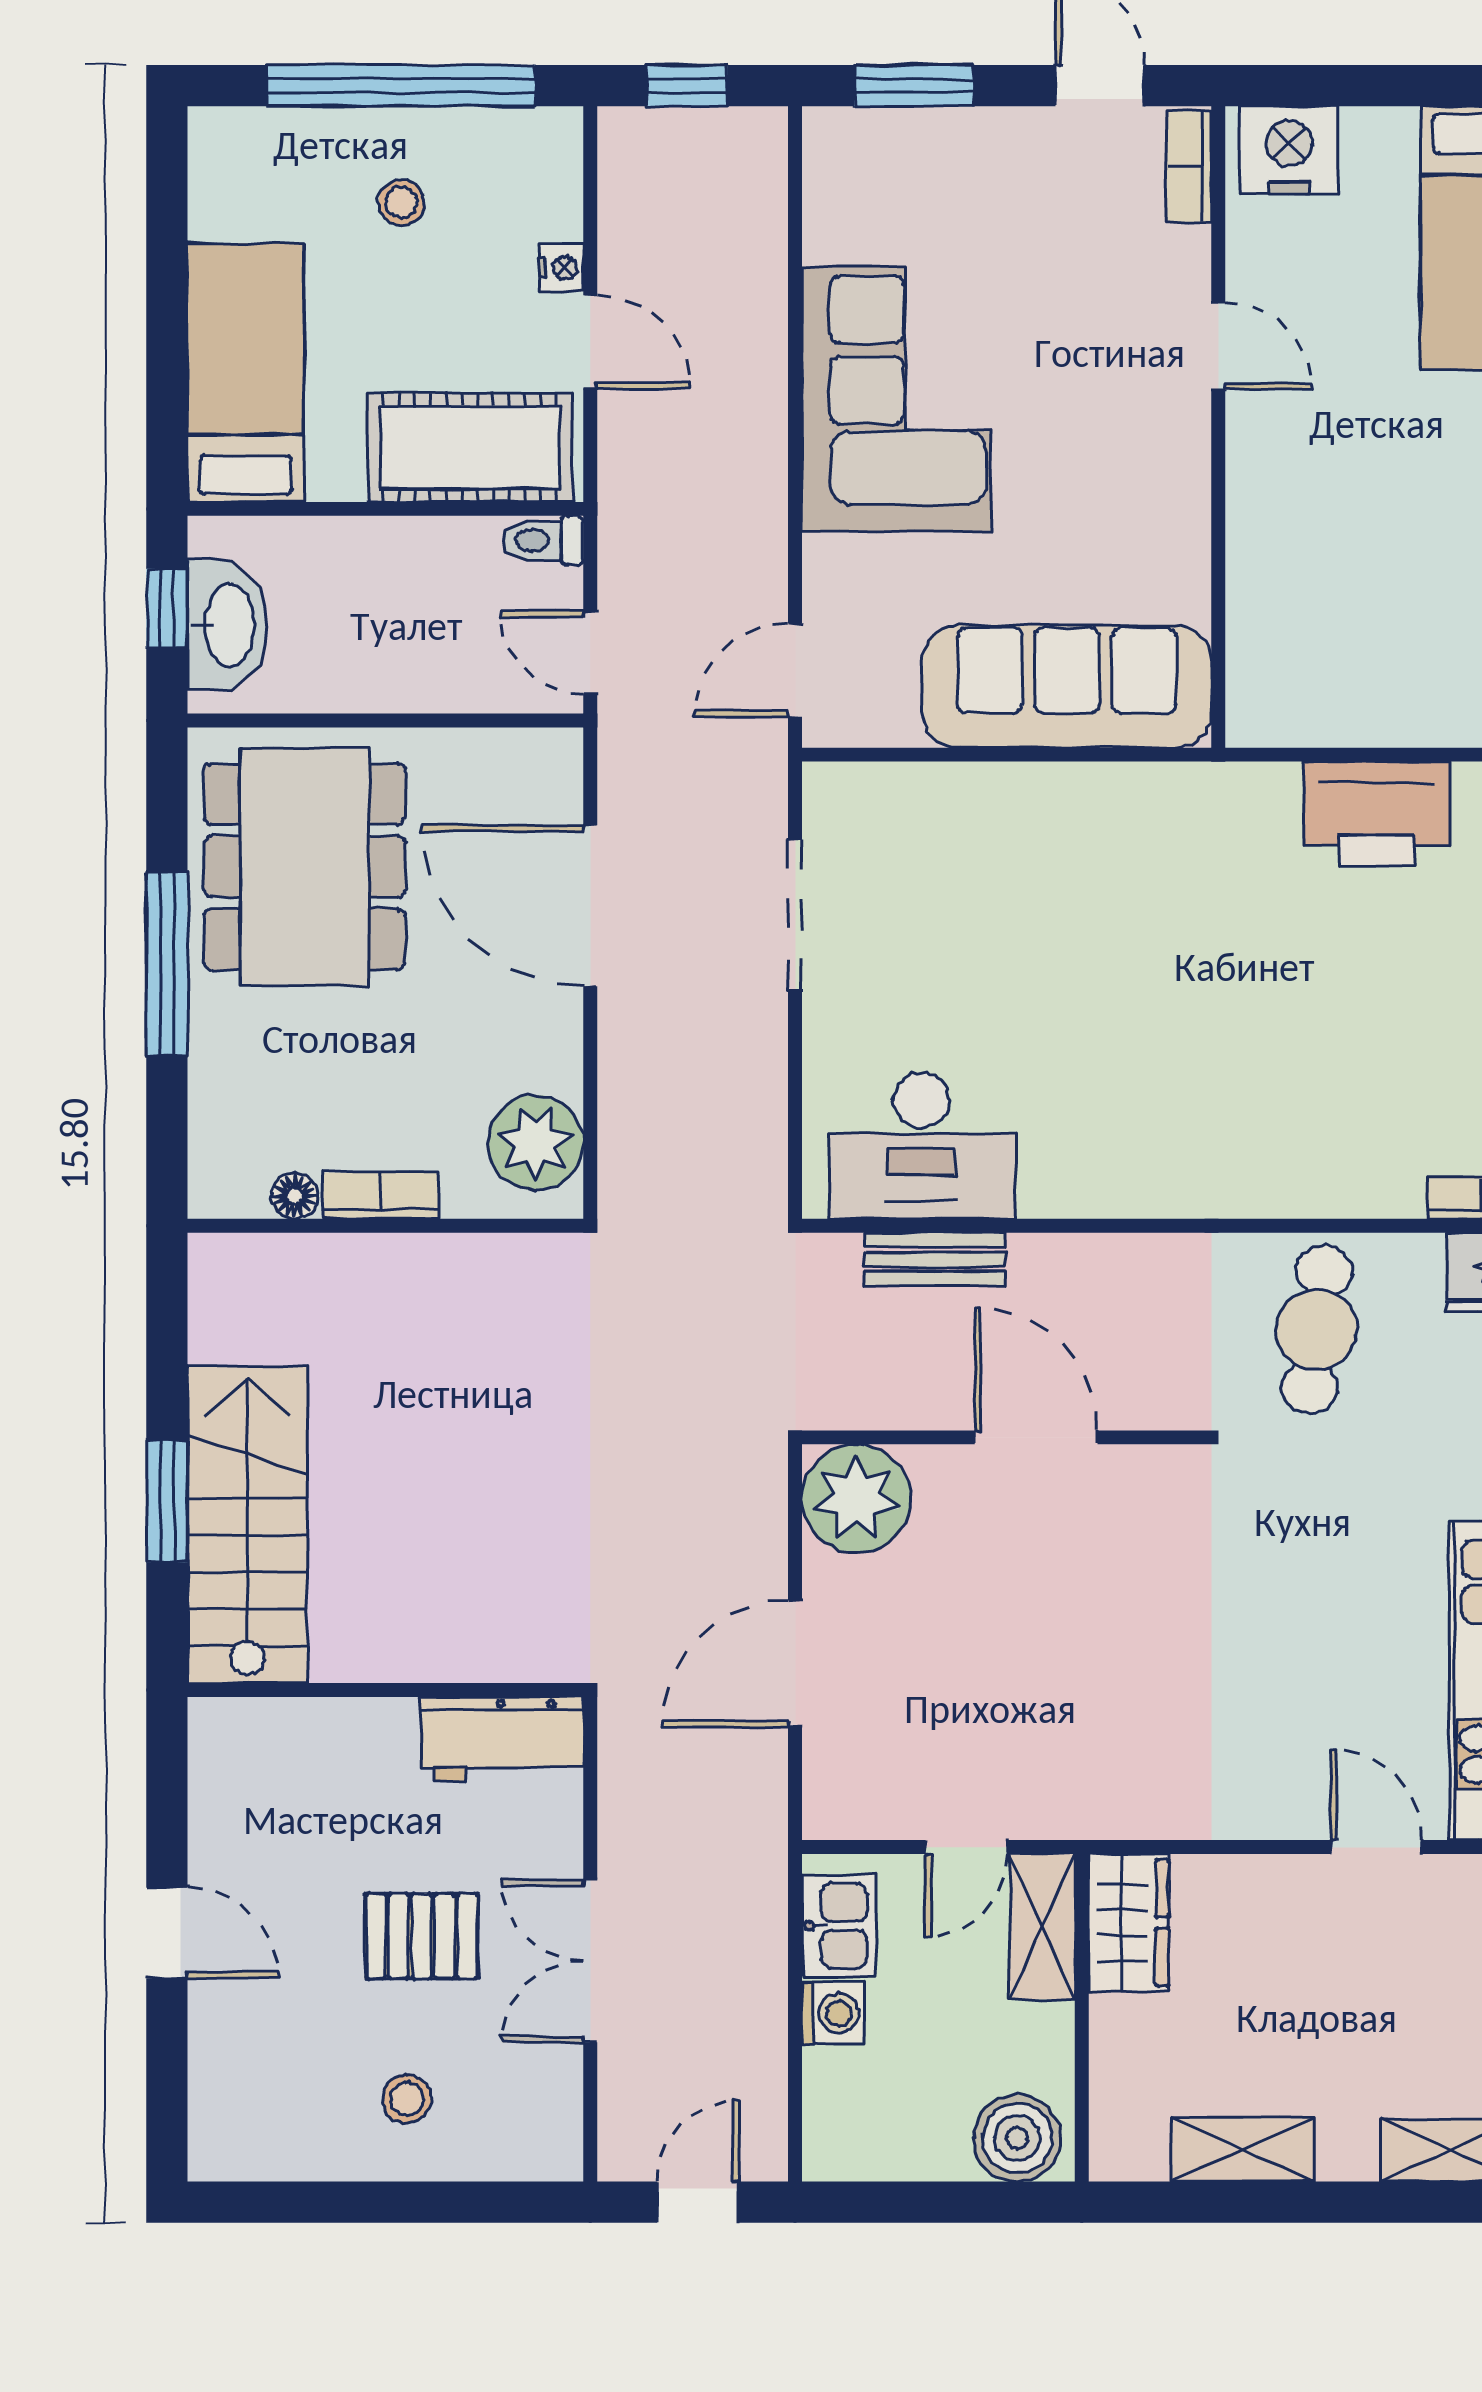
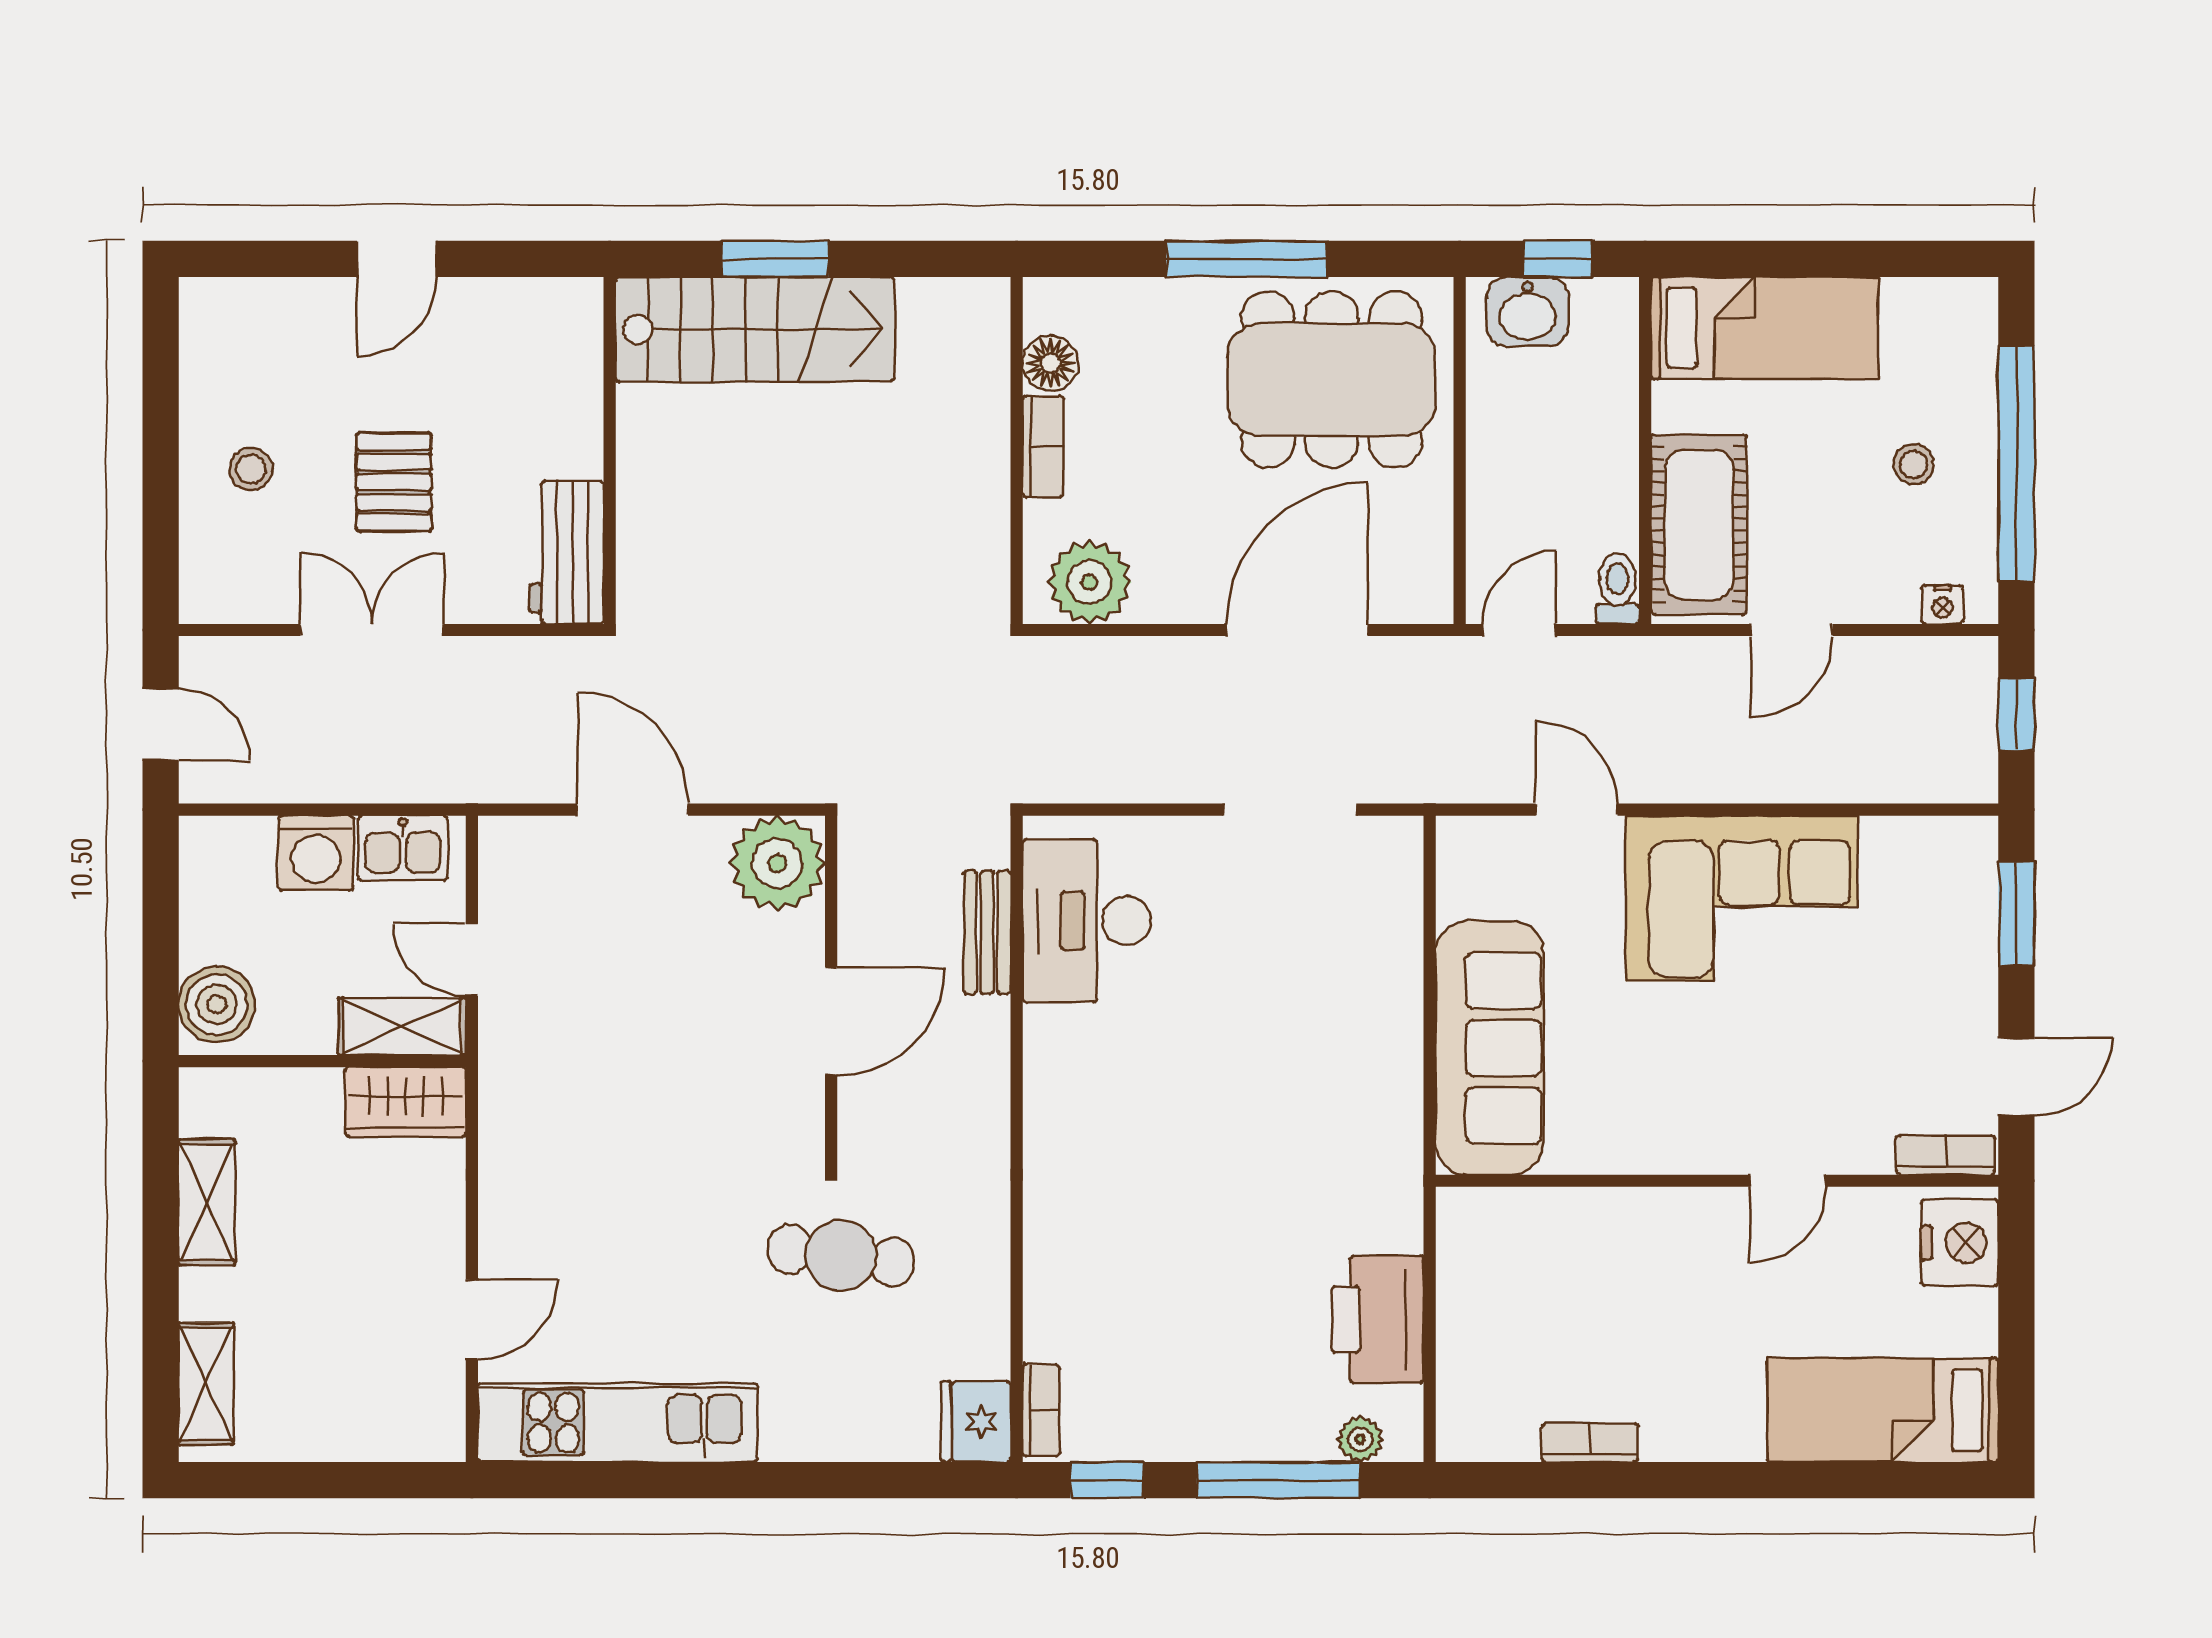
nightstand: (561, 268) -> (1942, 605), moved
washbasin: (227, 625) -> (1528, 312), width x0.72
door: (795, 670) -> (1577, 810), moved
floor lamp: (294, 1196) -> (1050, 363), width x1.37, depth x1.37
cafe table: (1317, 1329) -> (841, 1256), moved
washing machine: (833, 2013) -> (316, 853), width x1.38, depth x1.38

